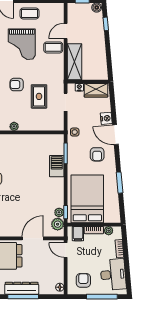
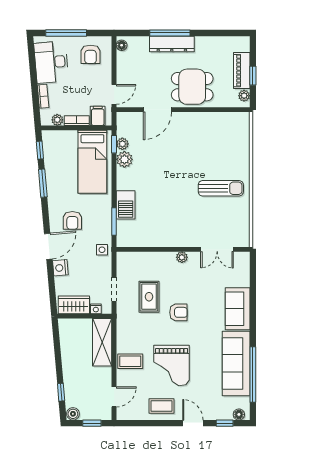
door: (66, 31) -> (114, 397), moved
grand piano: (22, 44) -> (172, 365), turned 180
door: (115, 135) -> (48, 246), hinge flipped
armchair: (97, 154) -> (72, 220), turned 180
bed: (87, 199) -> (92, 162), width x0.67
window: (122, 208) -> (40, 150), added
plant: (58, 224) -> (124, 159), moved
door: (66, 250) -> (114, 94), hinge flipped

